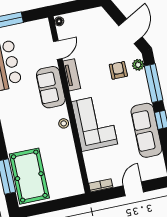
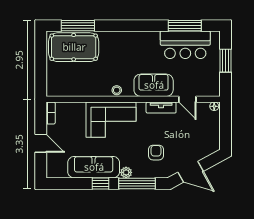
plant: (138, 65) -> (126, 172), moved
armchair: (118, 70) -> (156, 153), turned -90

